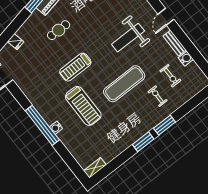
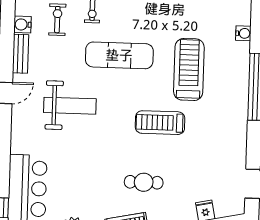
treadmill: (75, 67) -> (160, 123), turned 180
water cooler: (56, 128) -> (243, 33), moved

